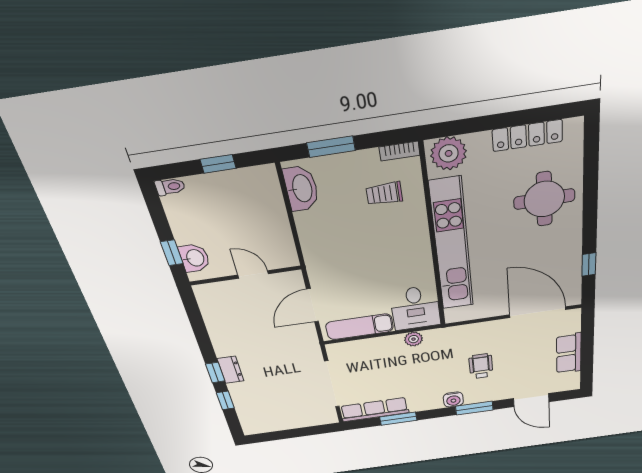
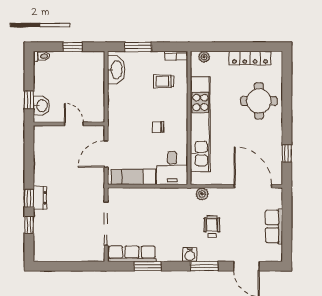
plant: (449, 153) -> (204, 57), width x0.53, depth x0.53
chair: (385, 259) -> (158, 127), added
plant: (414, 339) -> (202, 194), moved

